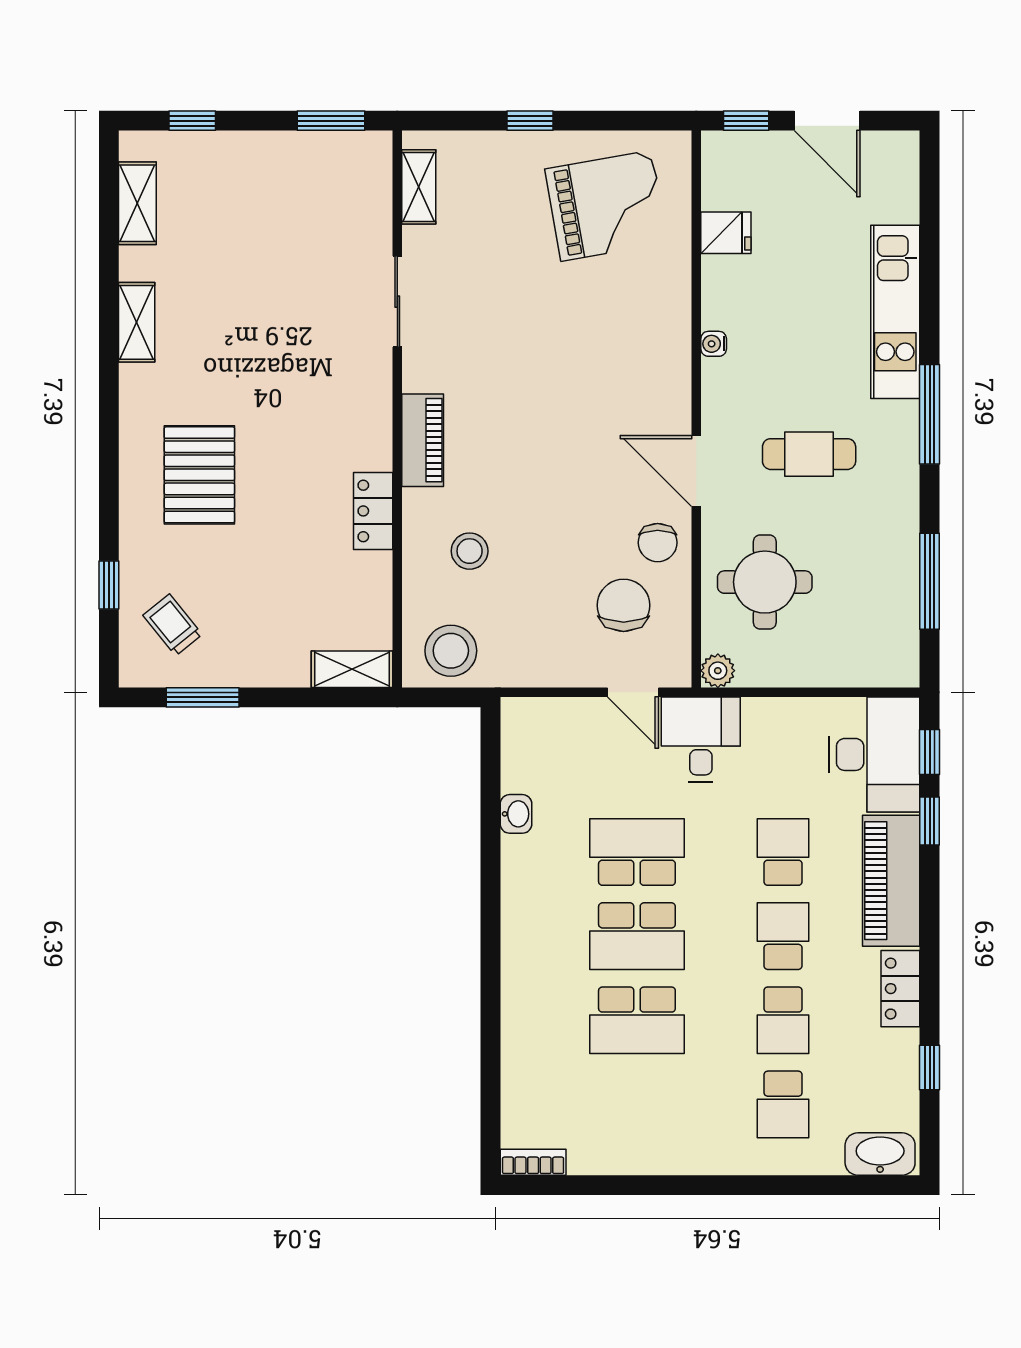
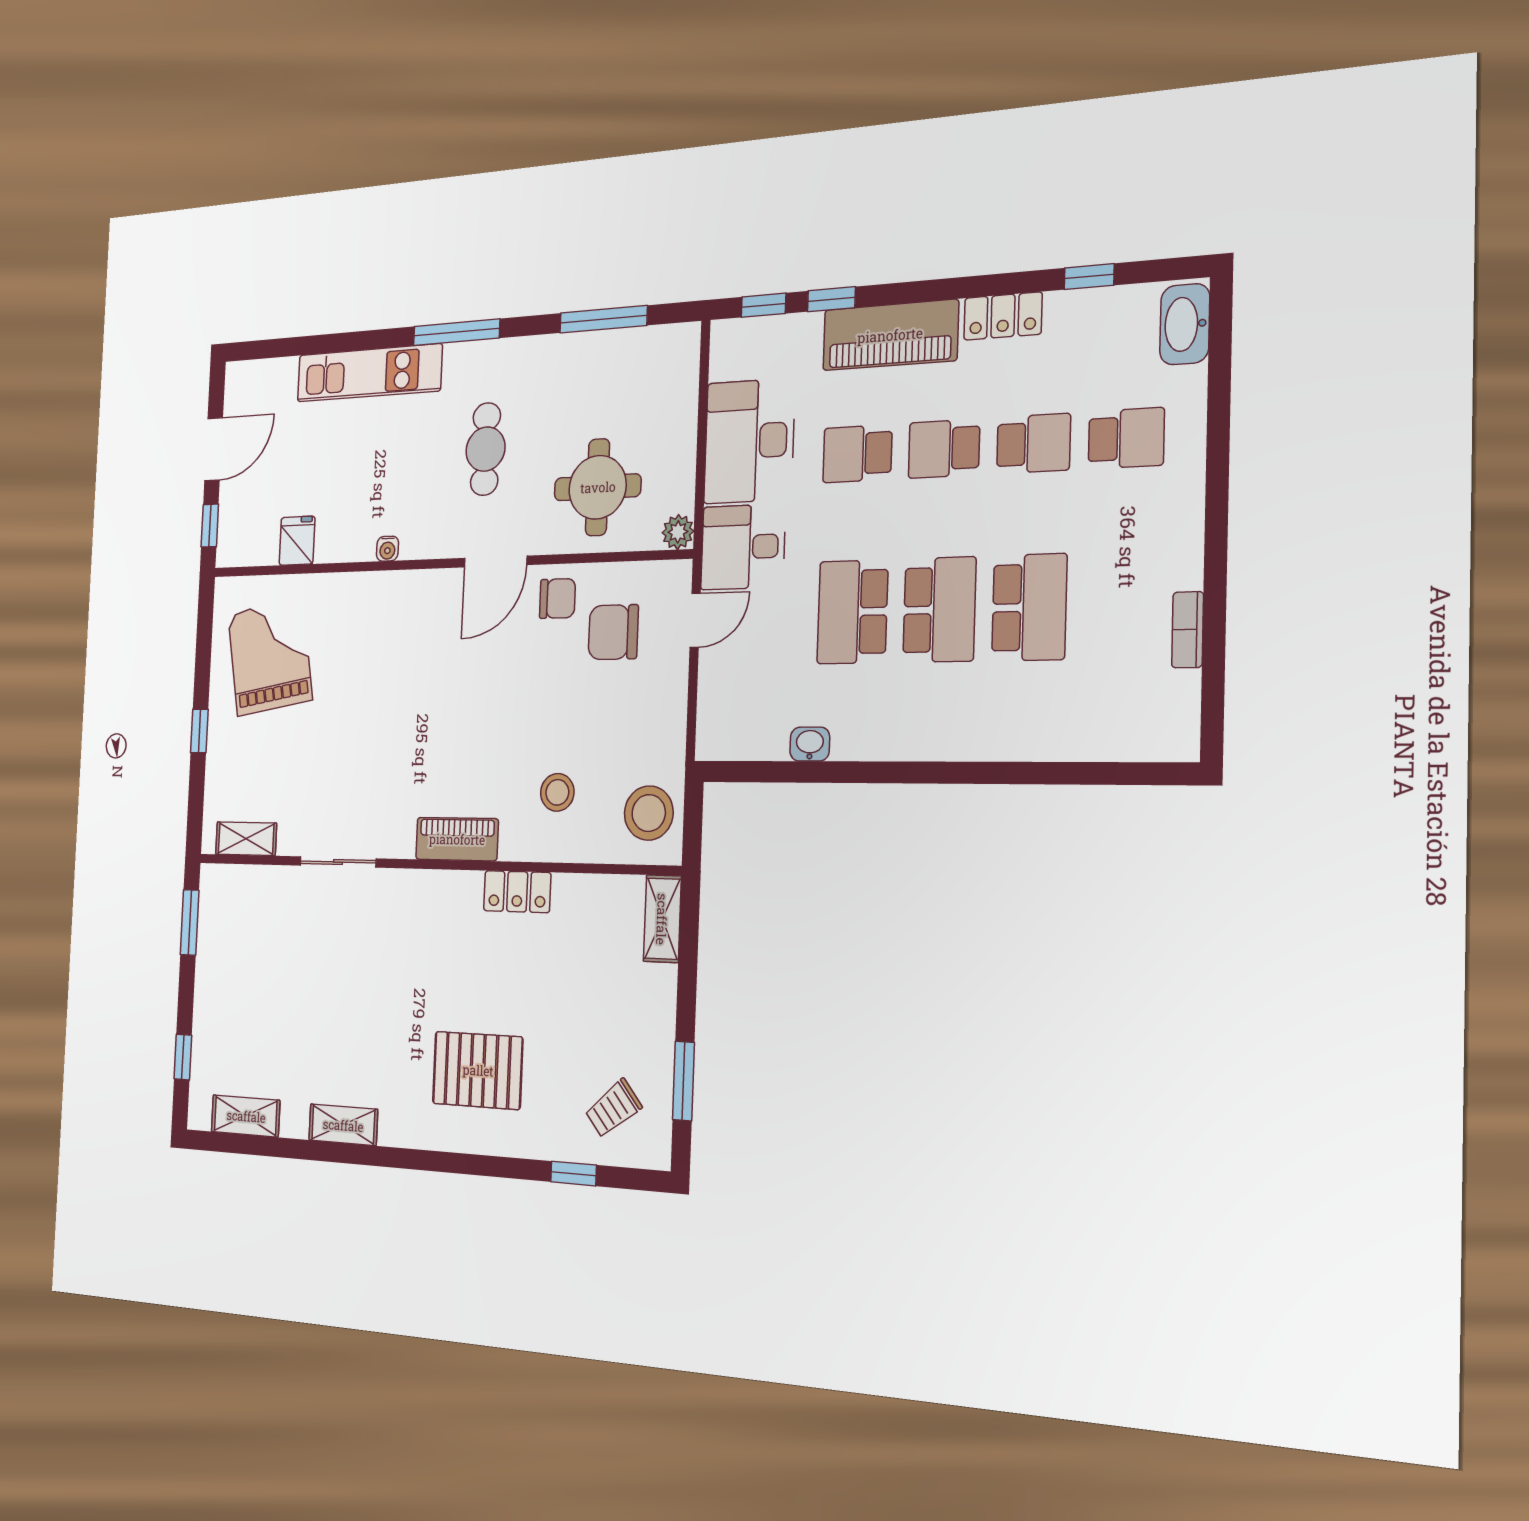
desk: (874, 754) -> (749, 441), moved, turned -90
bookcase: (533, 1162) -> (1188, 630), moved

